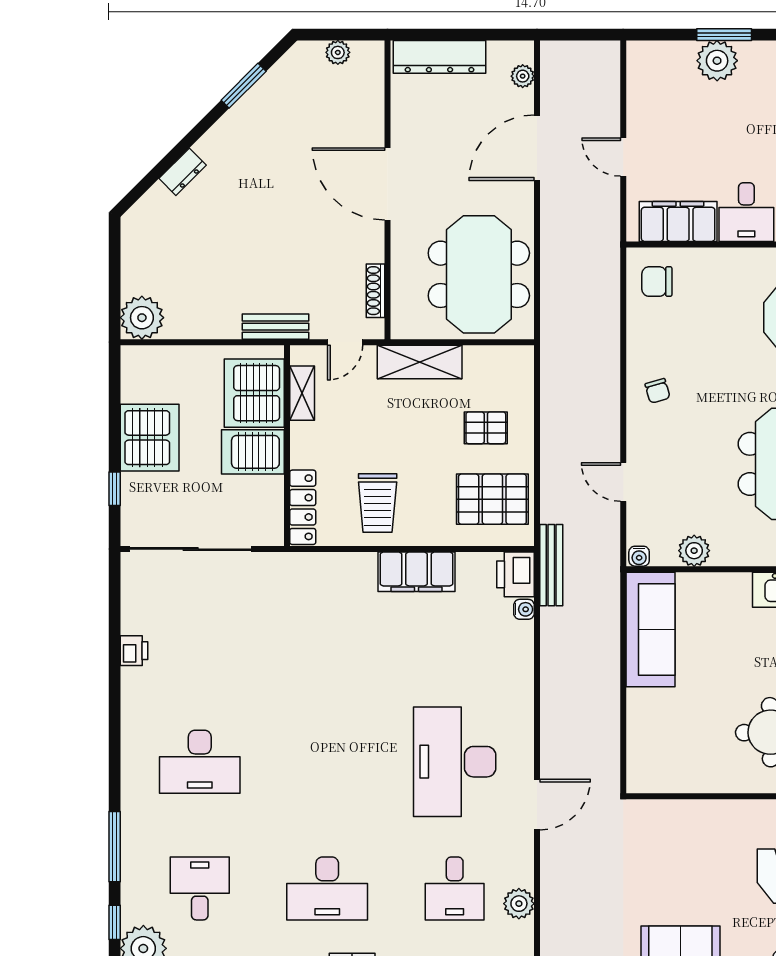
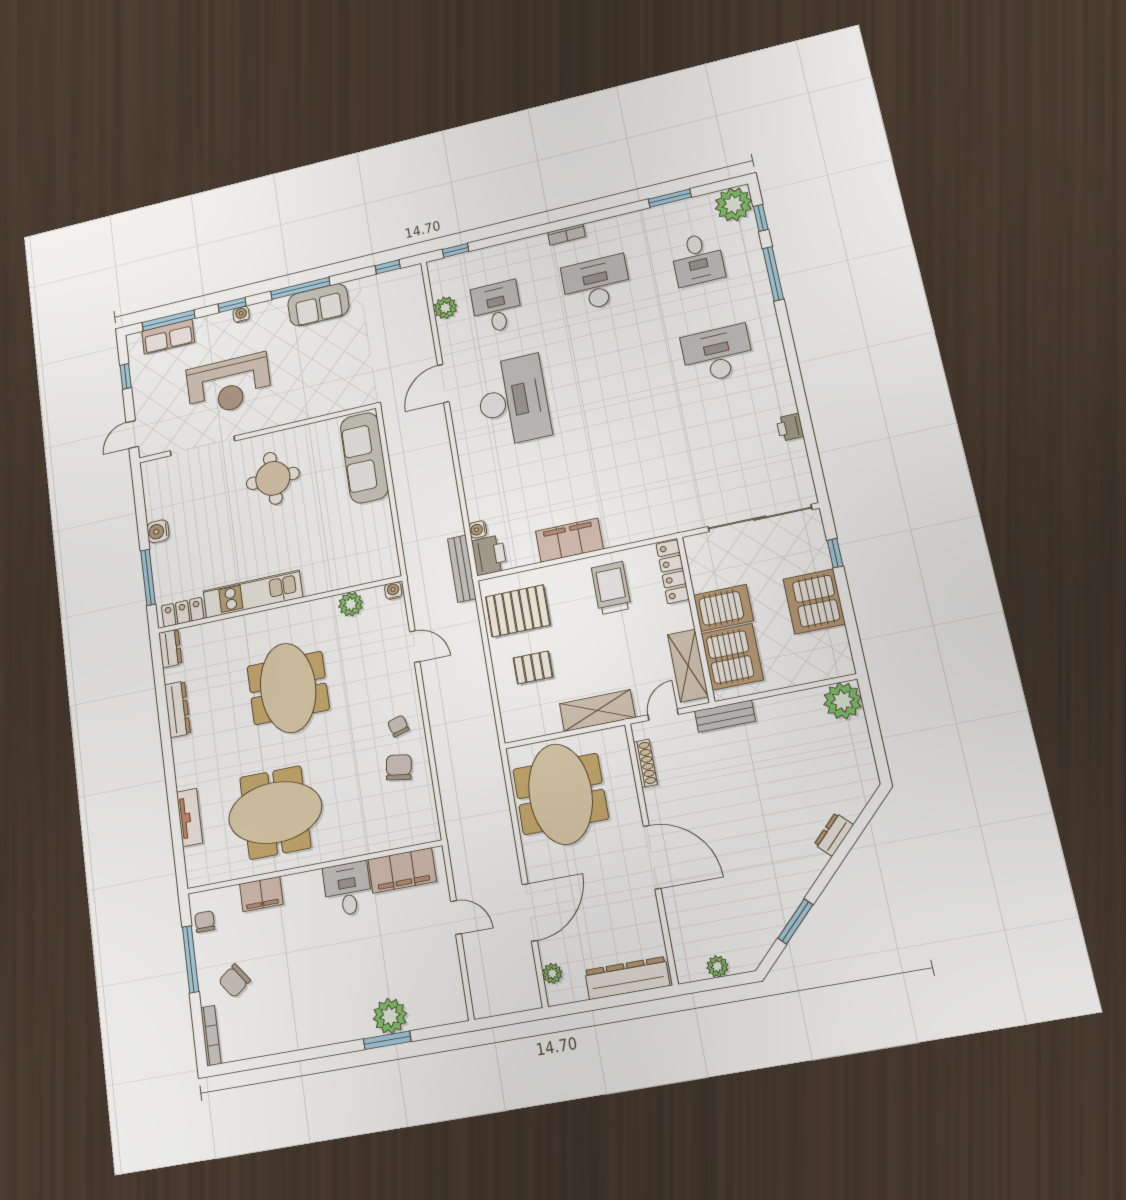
chair: (657, 282) -> (399, 767), moved, turned -81
shelving: (302, 393) -> (688, 666), width x1.50, depth x1.33
sofa: (650, 629) -> (364, 458), moved

